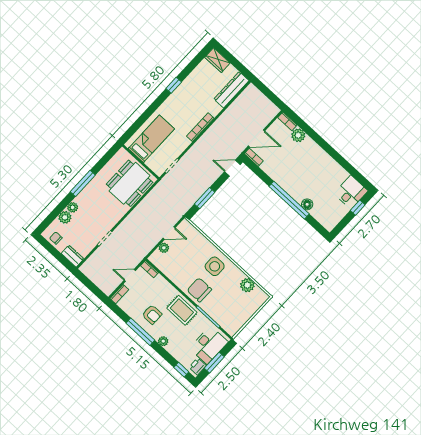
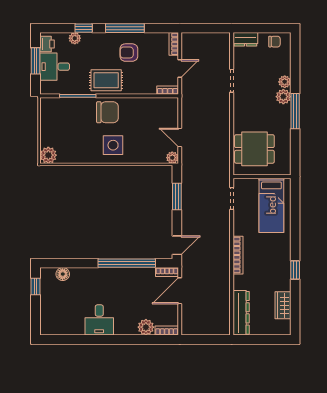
wardrobe: (217, 60) -> (283, 305), moved, turned -90
dining table: (130, 183) -> (254, 149), width x0.73
desk: (351, 192) -> (99, 320), moved
window: (289, 200) -> (127, 263), moved
floor lamp: (307, 204) -> (63, 274), moved
window: (358, 208) -> (36, 287), moved
plant: (65, 217) -> (283, 97), moved
door: (169, 233) -> (180, 137), hinge flipped
plant: (164, 248) -> (172, 158), moved
plant: (247, 285) -> (48, 155), moved
plant: (163, 341) -> (75, 38), moved
desk: (209, 345) -> (55, 67), width x0.73
window: (181, 370) -> (84, 28), moved

